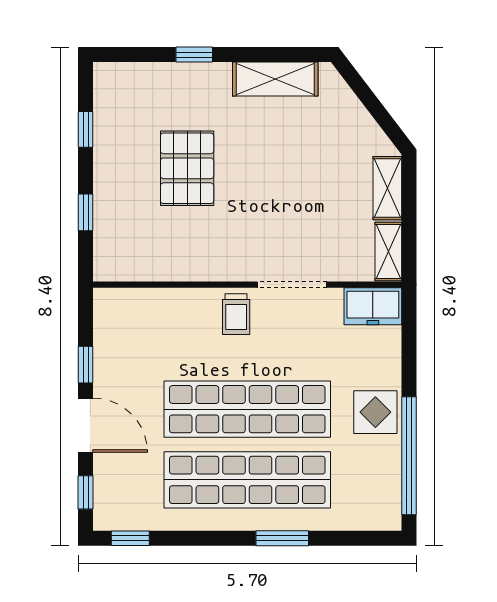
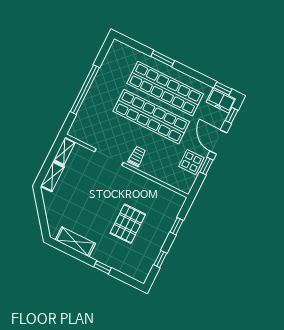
freezer: (373, 306) -> (221, 100), moved, turned 180
display table: (375, 412) -> (191, 162), moved
window: (409, 456) -> (85, 90), moved

